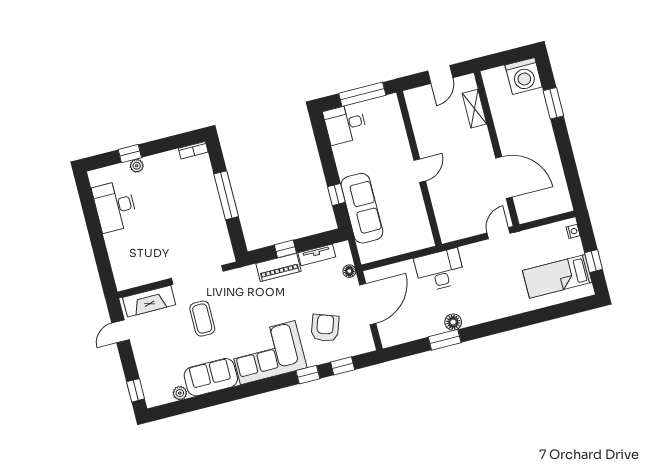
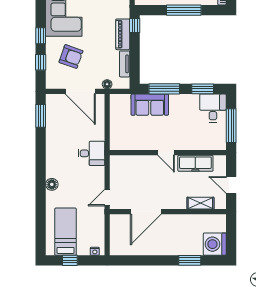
freezer: (424, 128) -> (195, 163), added
window: (323, 144) -> (203, 89), added
window: (336, 194) -> (164, 89), width x2.17
sofa: (362, 208) -> (150, 105), width x0.73
door: (498, 233) -> (107, 198), swing flipped
window: (285, 249) -> (135, 25), moved
desk: (440, 270) -> (91, 153), width x0.73
floor lamp: (453, 322) -> (52, 184), moved
window: (445, 340) -> (41, 116), moved

